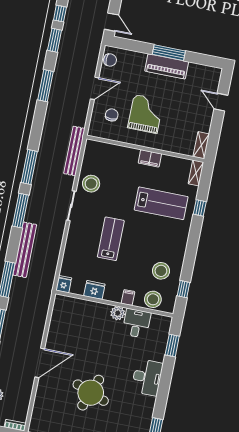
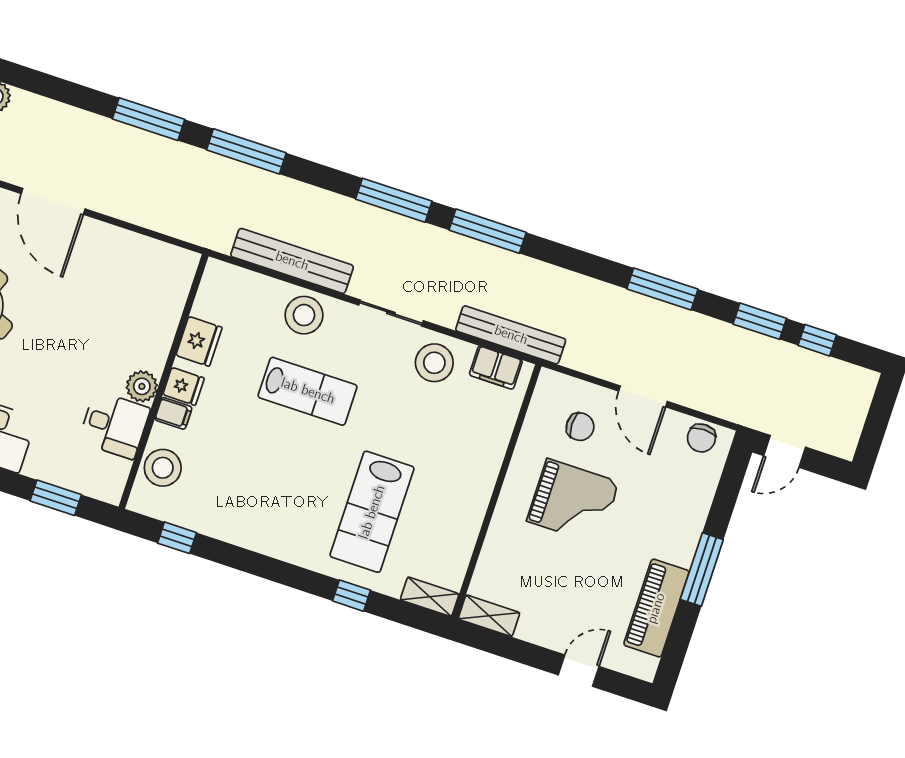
piano: (167, 66) -> (656, 608), moved
filing cabinet: (150, 158) -> (496, 368), moved, turned -90
bench: (25, 250) -> (292, 261), moved
stool: (161, 271) -> (304, 315), moved
fridge: (64, 284) -> (184, 386), moved

